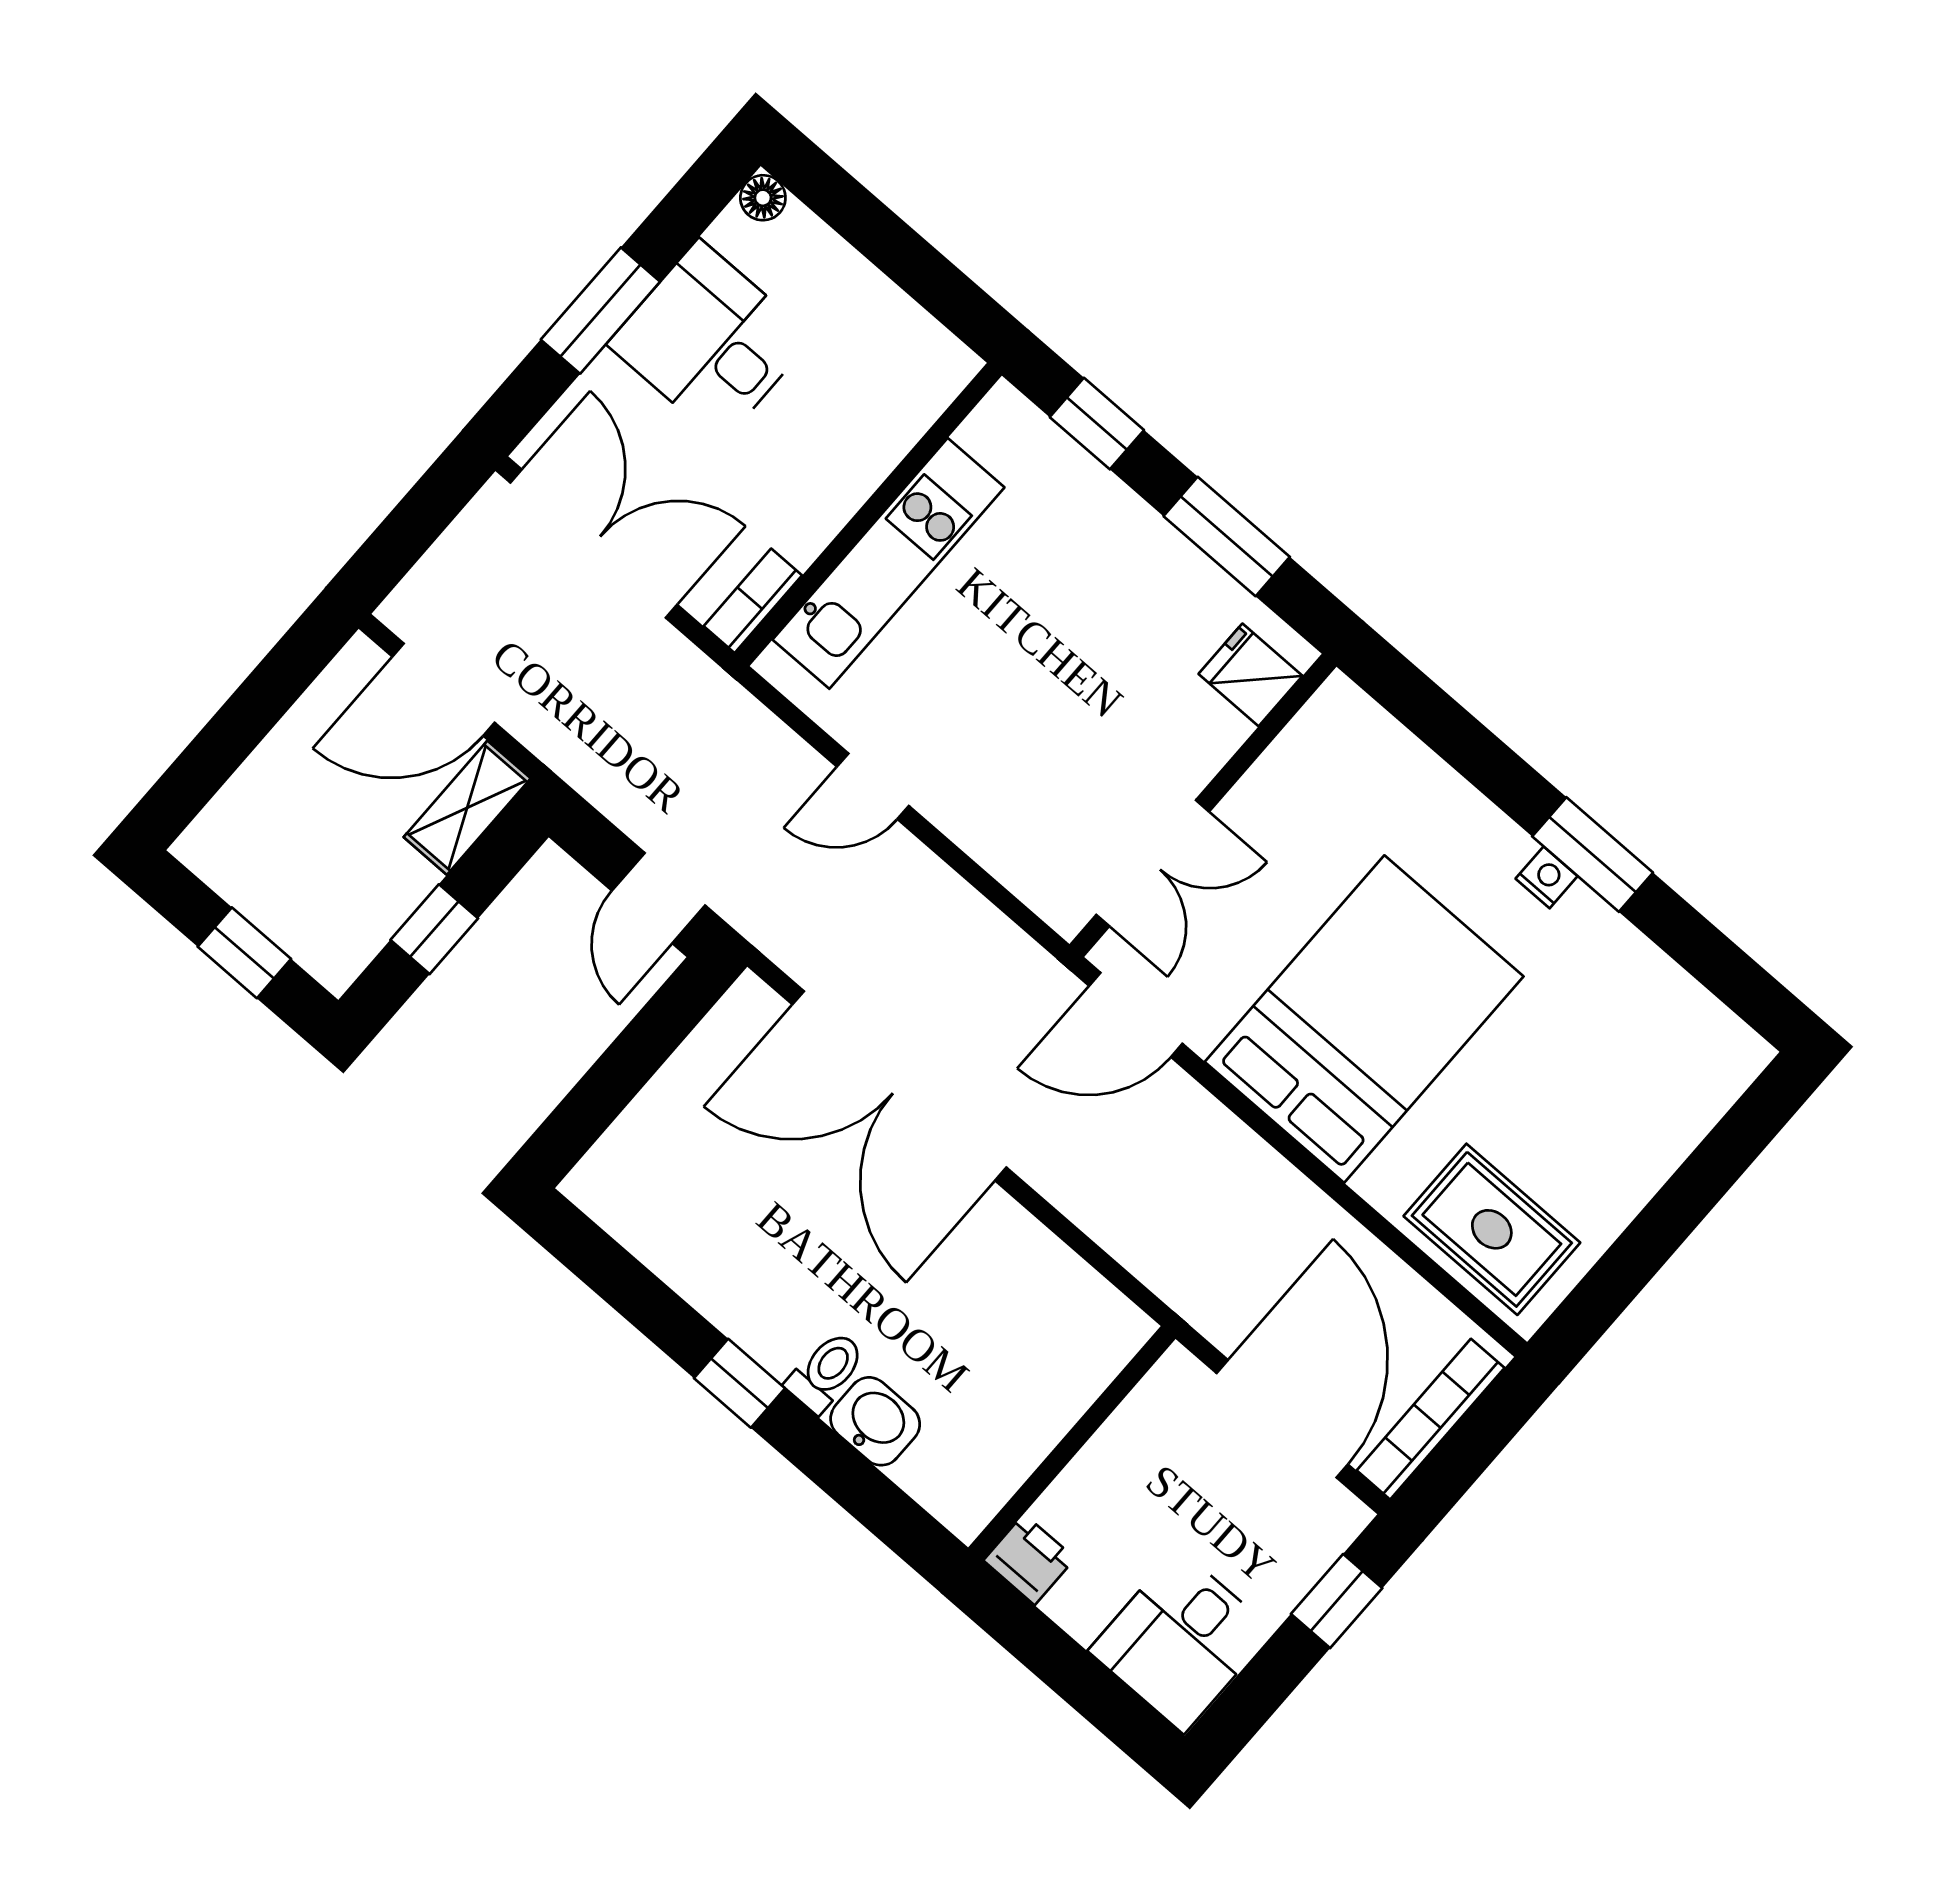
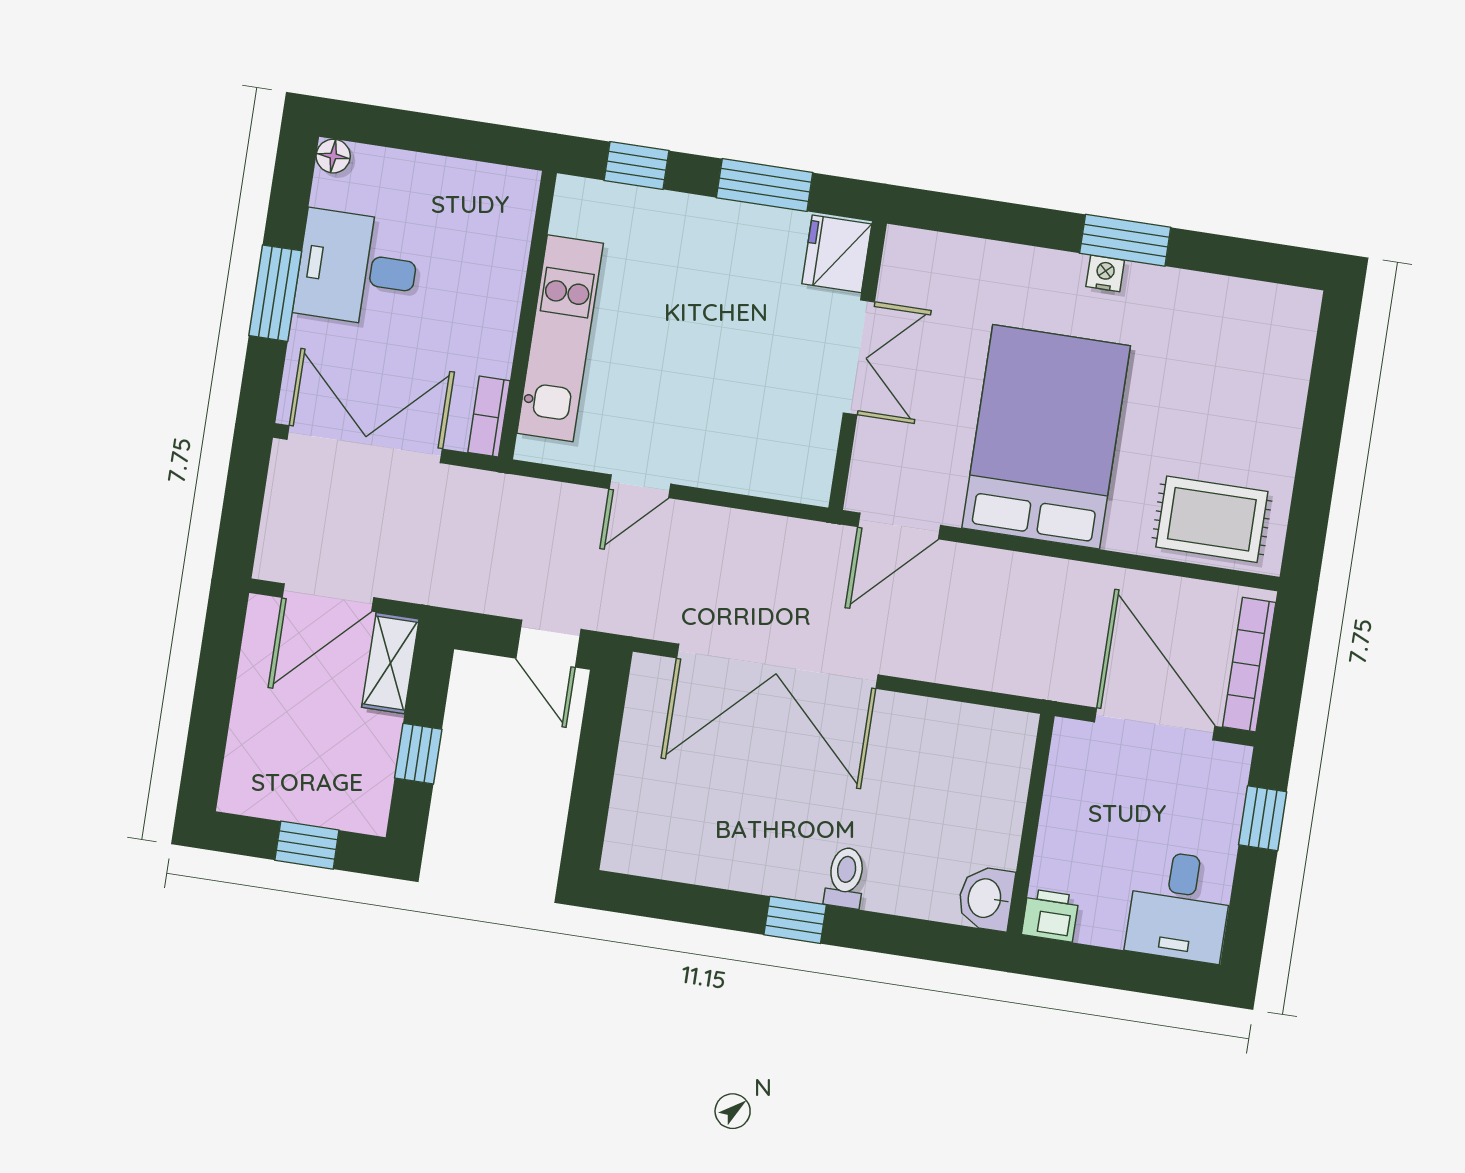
fridge: (1251, 675) -> (837, 254), width x1.38
double door: (1153, 863) -> (859, 357), moved
washbasin: (875, 1421) -> (986, 898), moved, turned -90

